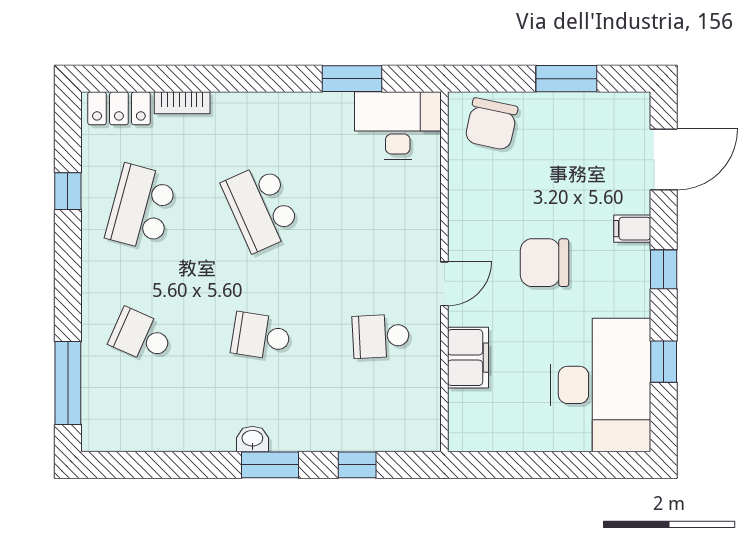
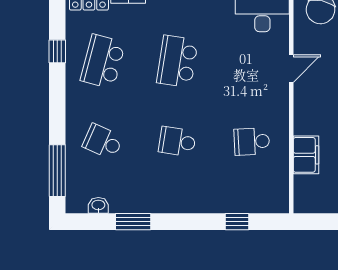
school desk: (261, 207) -> (177, 61), turned 33
door: (444, 284) -> (291, 69), moved
washbasin: (252, 439) -> (98, 205), moved
window: (270, 465) -> (133, 222), moved

